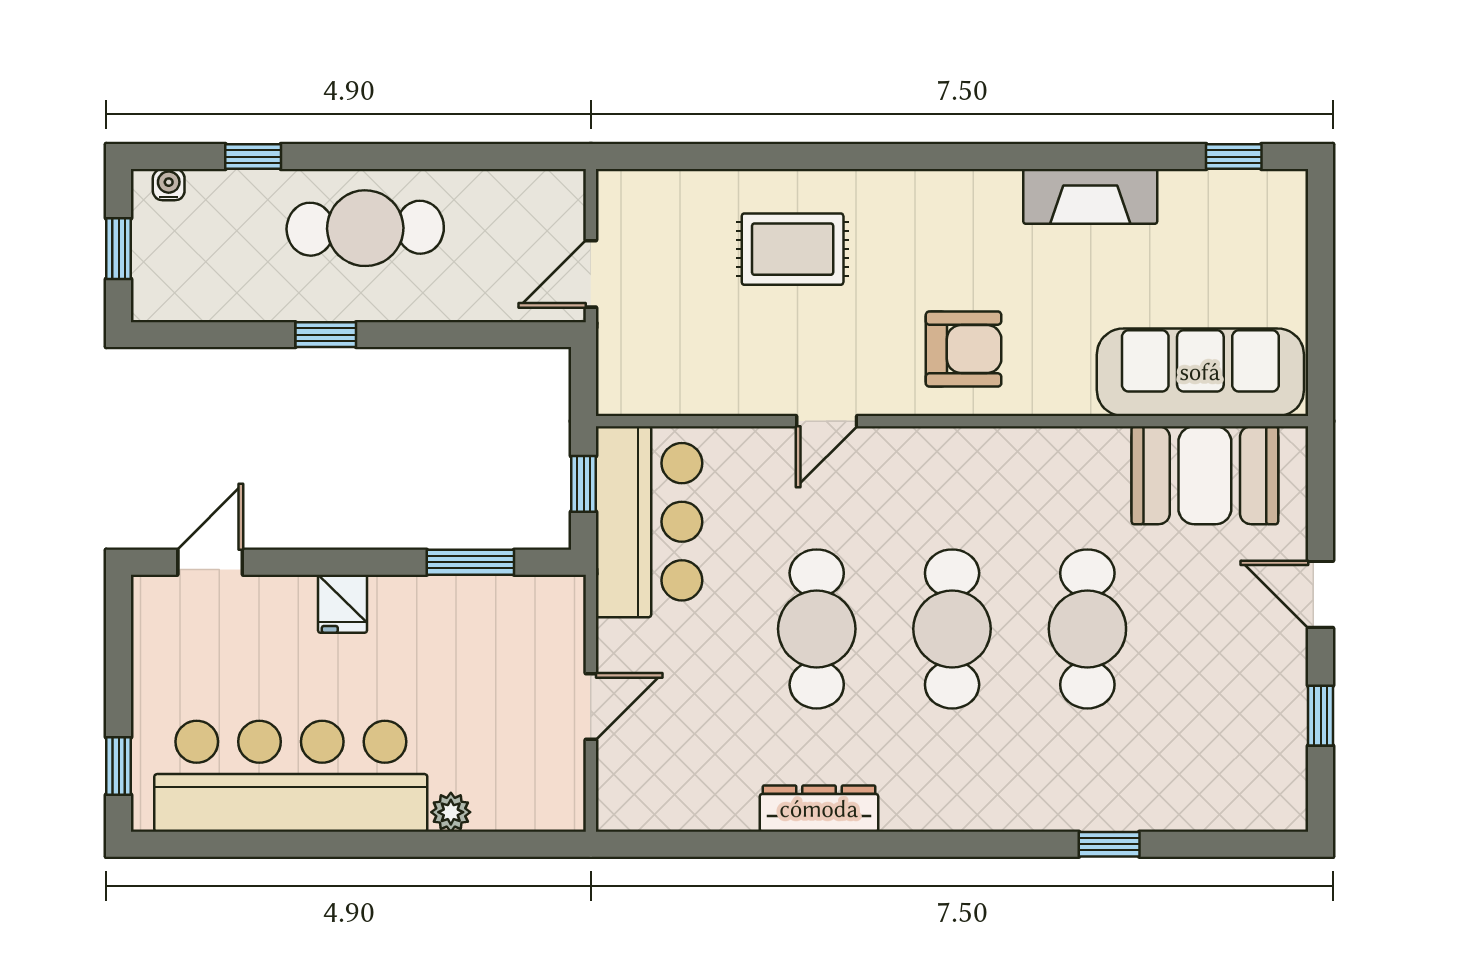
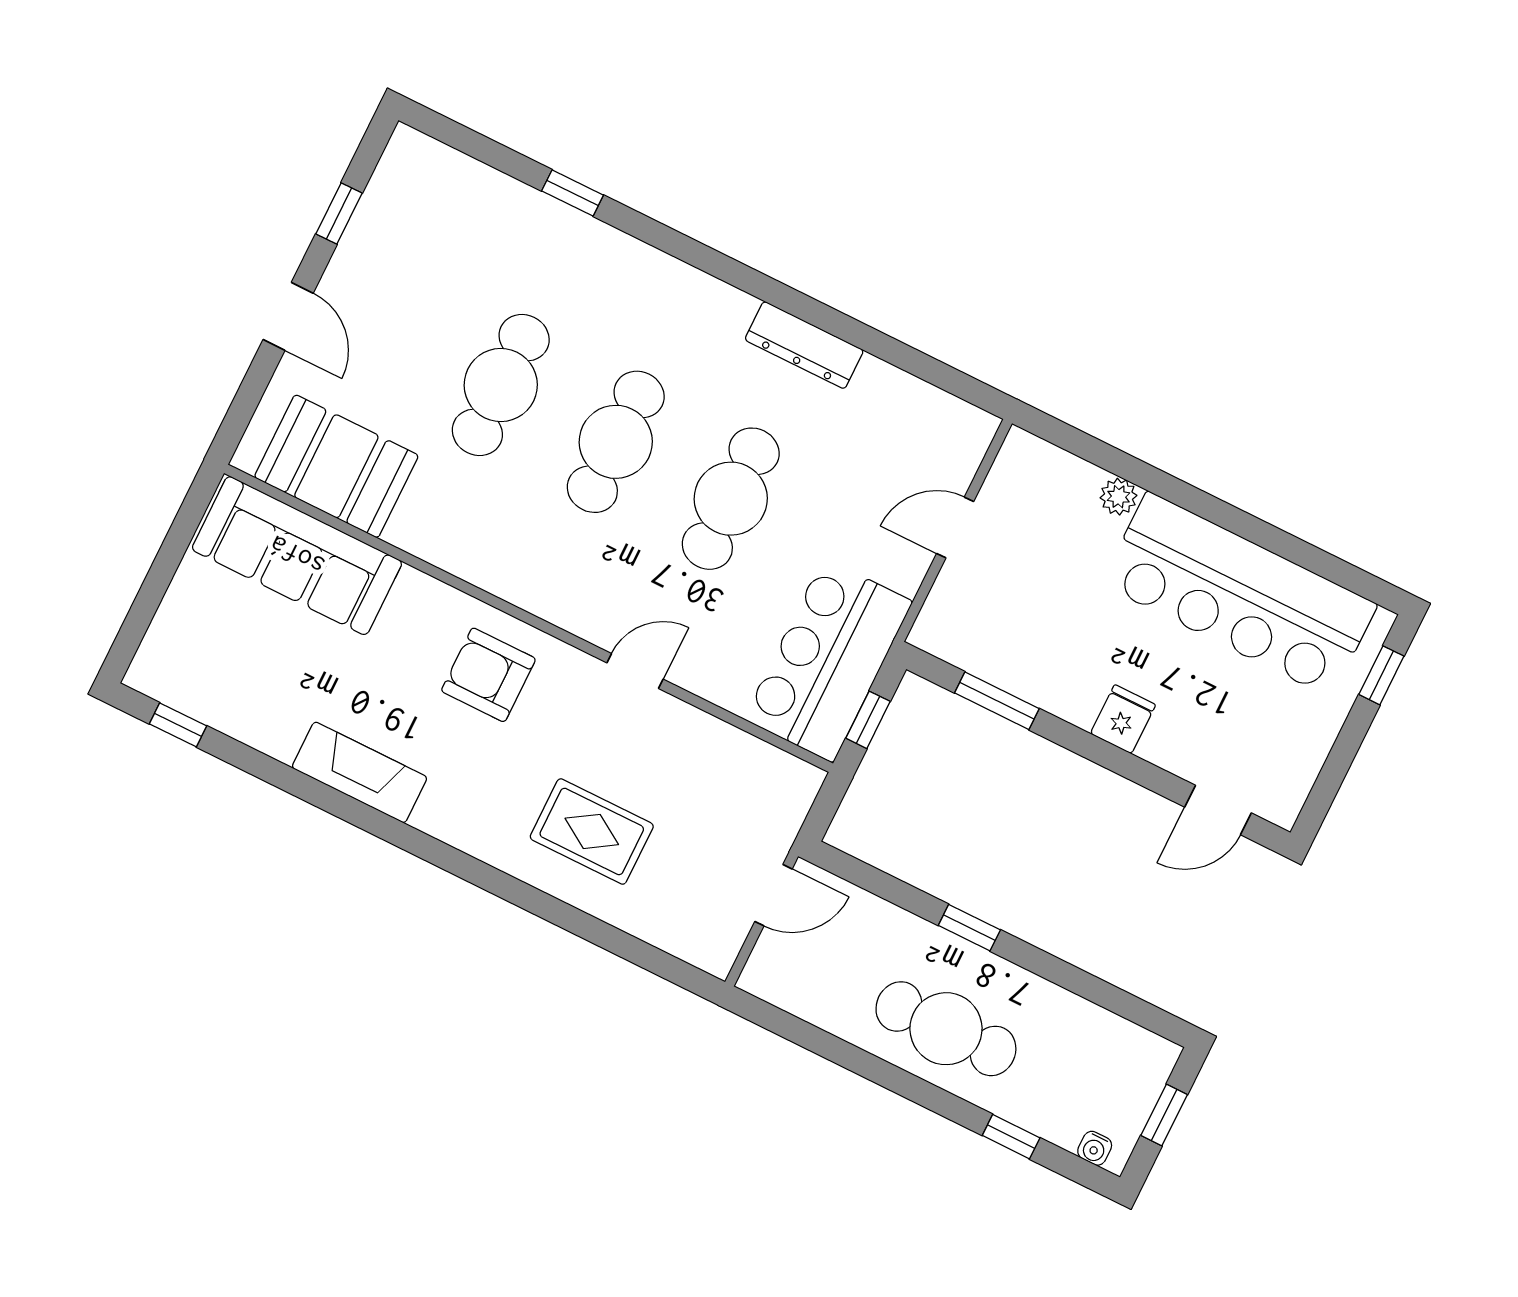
fireplace: (1090, 196) -> (359, 772), moved
window: (326, 335) -> (969, 928), moved

